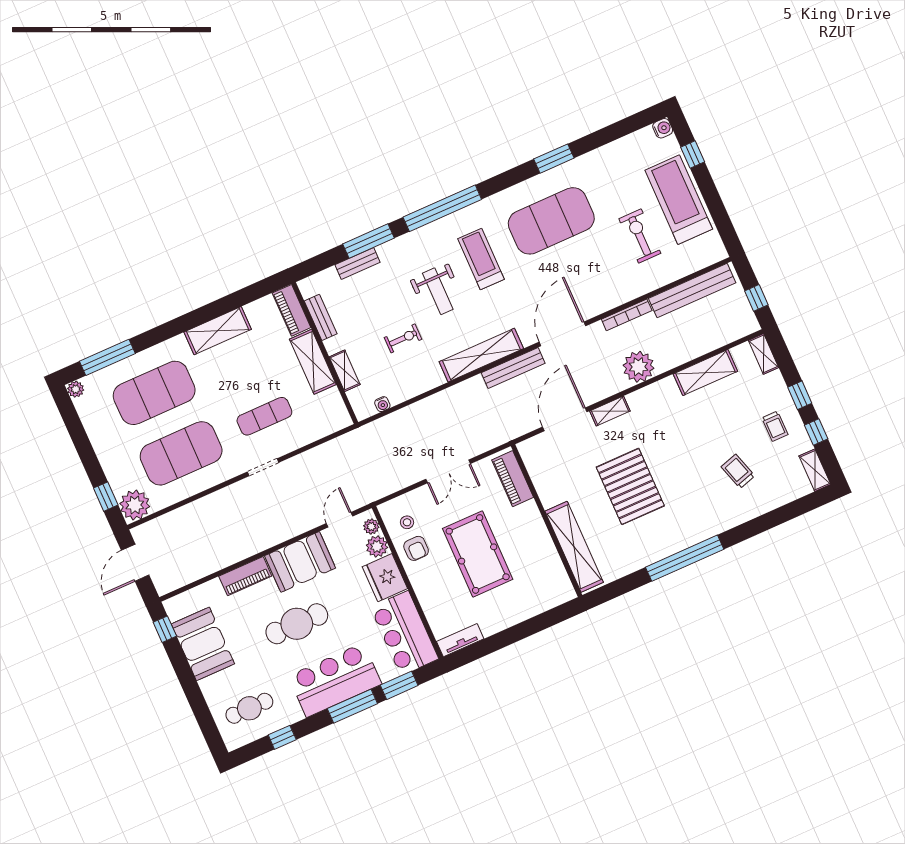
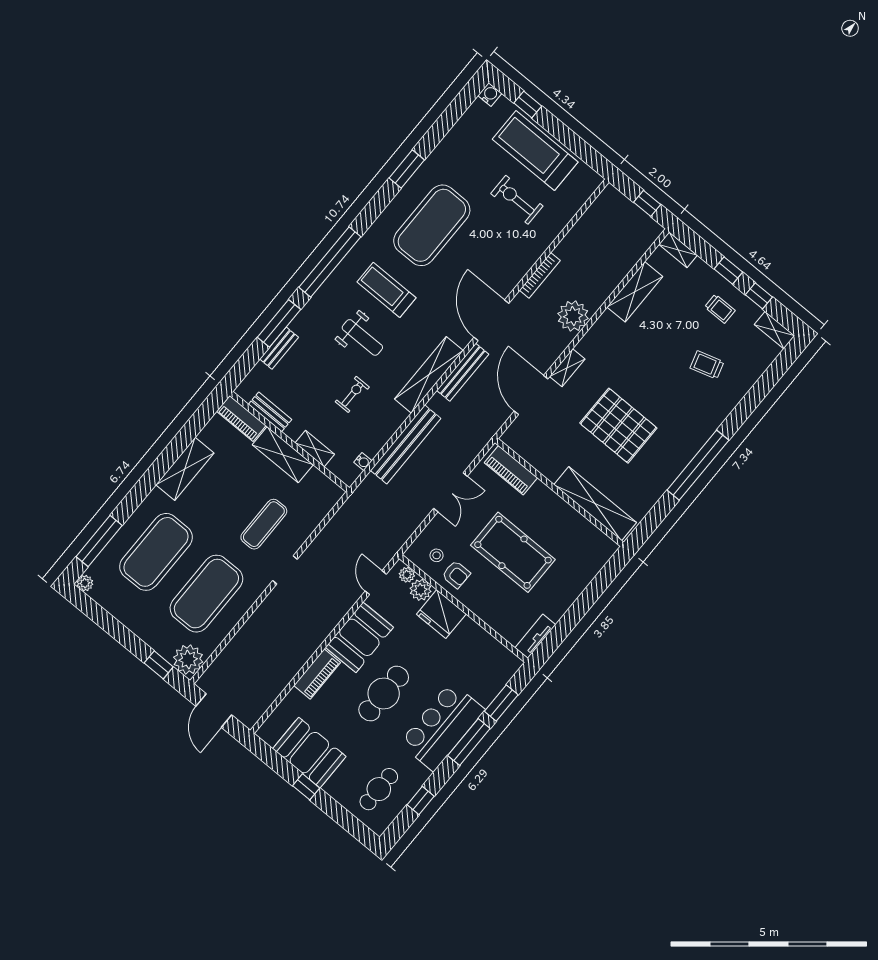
bench: (692, 291) -> (406, 444), moved
window: (165, 629) -> (306, 787), moved
bar counter: (405, 633) -> (483, 654), removed

